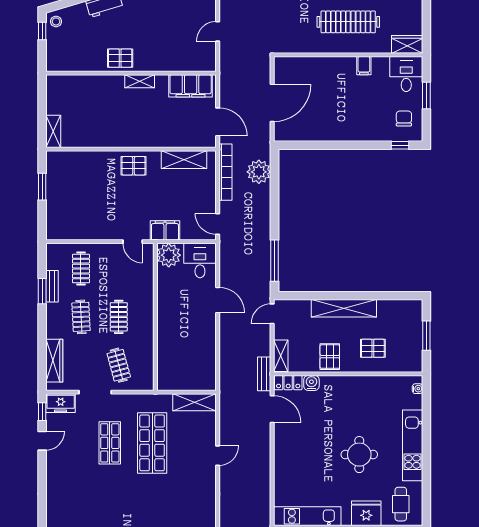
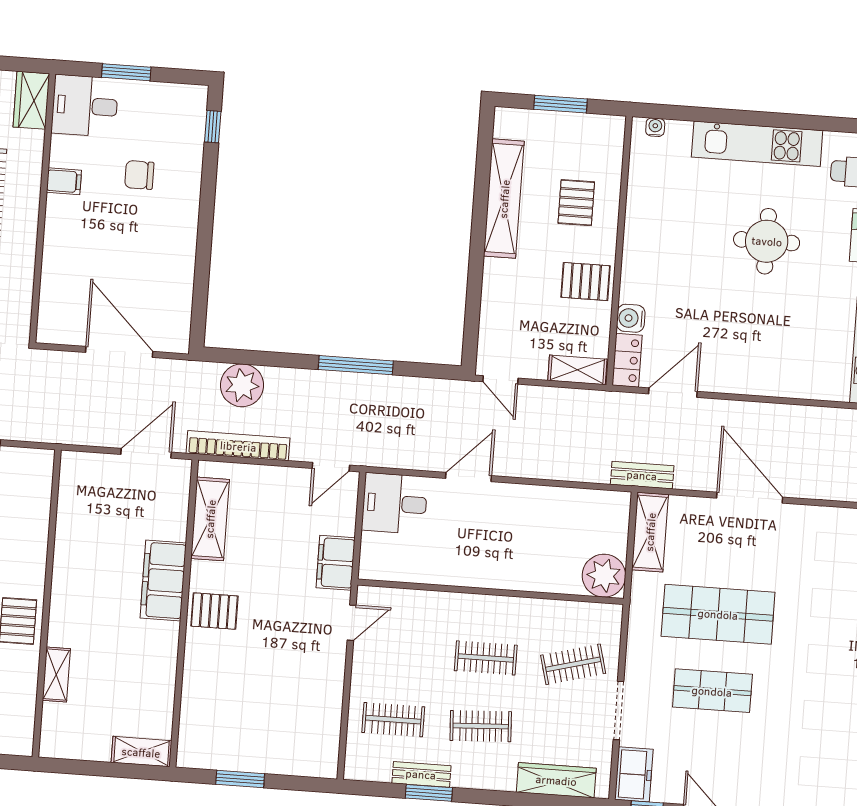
shelving: (140, 81) -> (56, 675), moved
filing cabinet: (191, 86) -> (163, 580), moved, turned 180
chair: (404, 118) -> (139, 175), moved
pallet: (133, 166) -> (214, 611), turned 90
plant: (169, 255) -> (604, 576), moved
window: (274, 261) -> (356, 365), moved
shelving: (344, 308) -> (504, 199), moved
bench: (264, 374) -> (642, 475), moved
door: (218, 456) -> (750, 498), width x1.88

